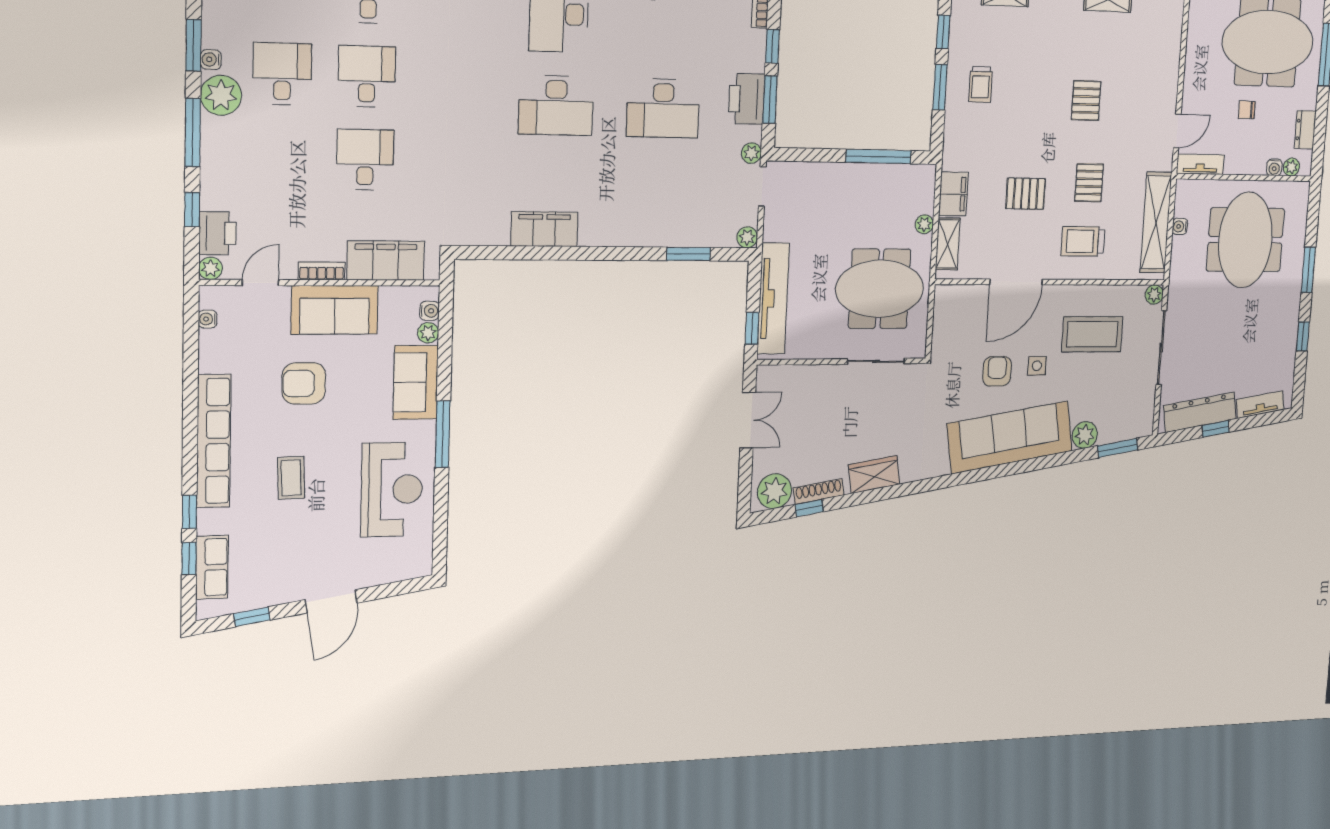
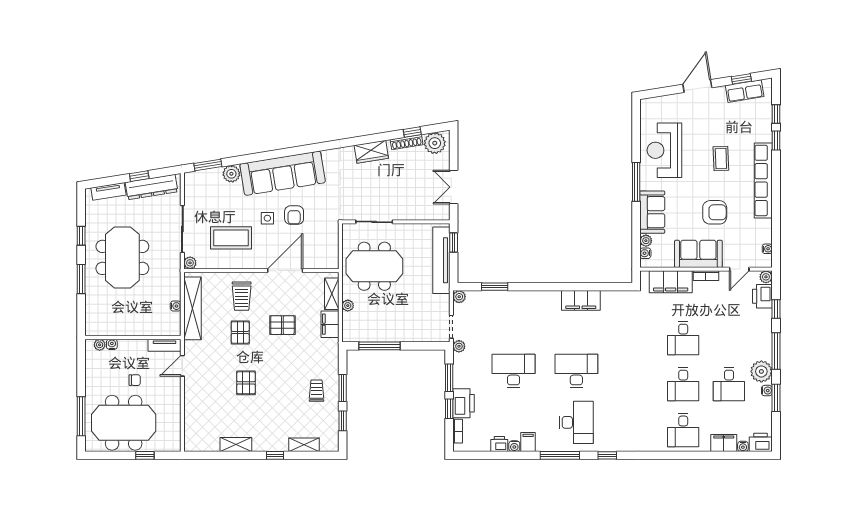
printer: (747, 99) -> (463, 403), moved
dresser: (1305, 130) -> (92, 369), removed
meeting table: (1245, 240) -> (122, 257), moved
trolley: (1083, 241) -> (242, 296), turned 90
row of seats: (212, 567) -> (745, 91), moved, turned -99

